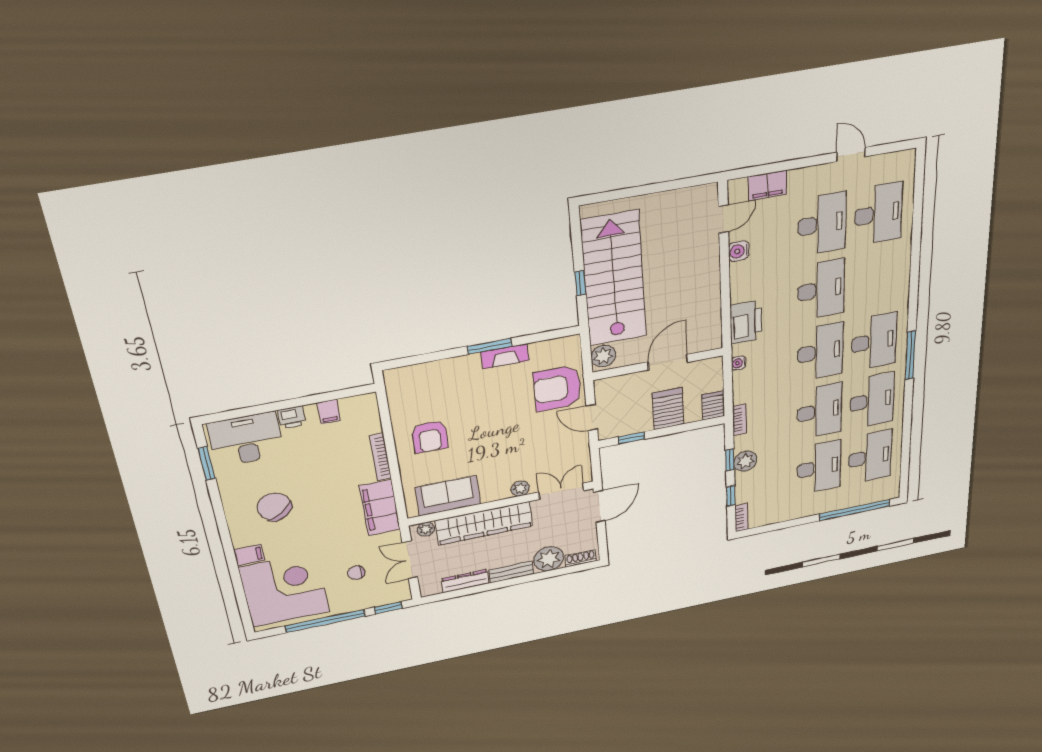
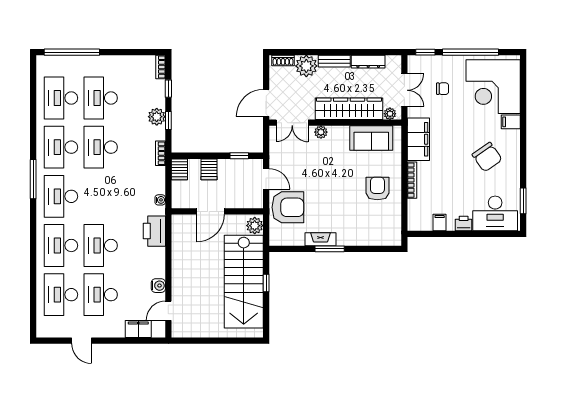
desk: (820, 352) -> (61, 245), moved
server rack: (668, 409) -> (209, 169), width x0.73, depth x0.70

